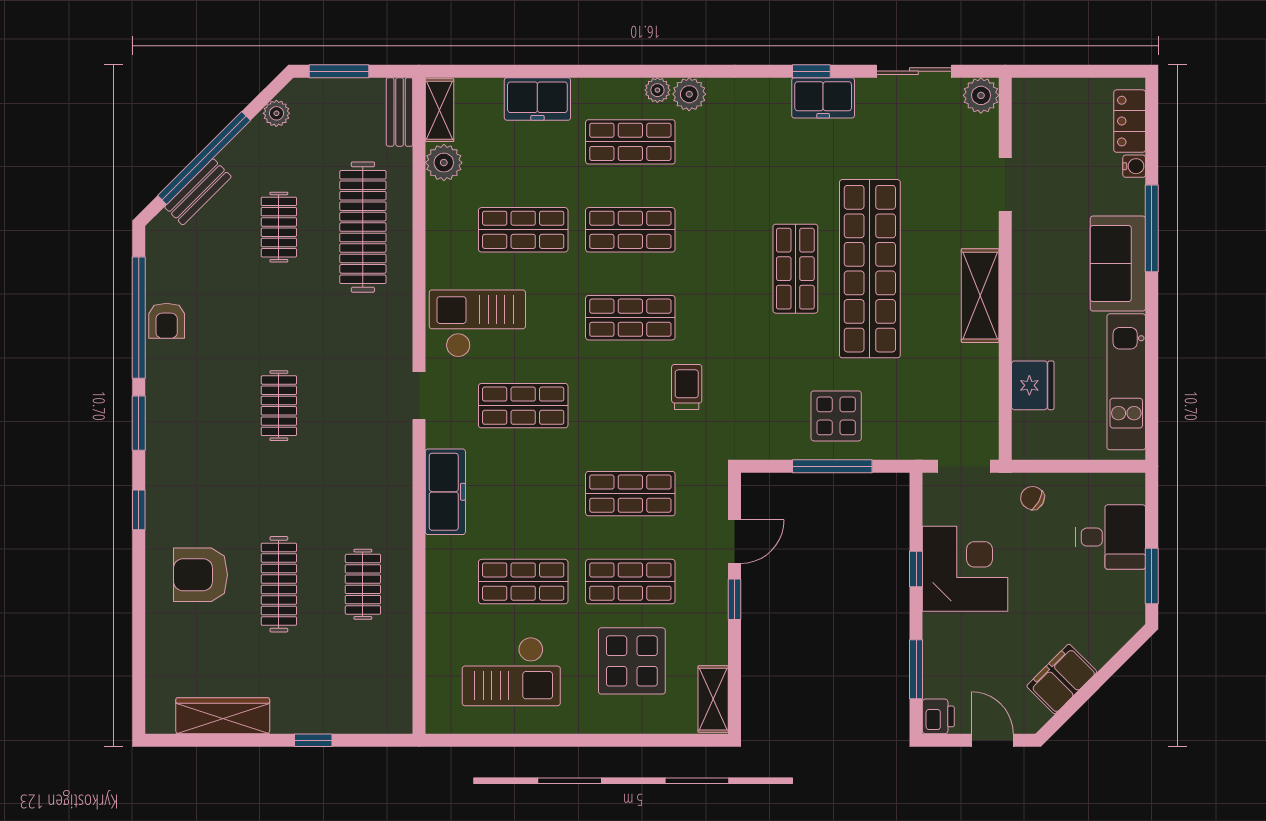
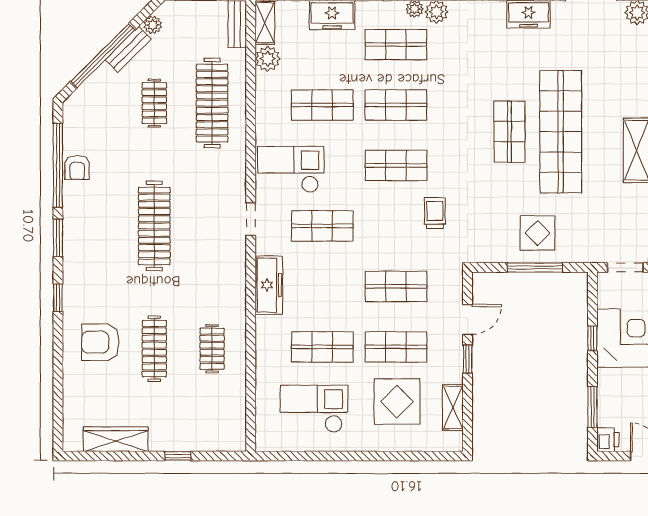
bench: (198, 192) -> (128, 49), moved
clothes rail: (279, 406) -> (154, 226), width x1.86, depth x1.31
checkout: (511, 671) -> (314, 409), turned 180
shelving: (713, 699) -> (453, 407), moved

